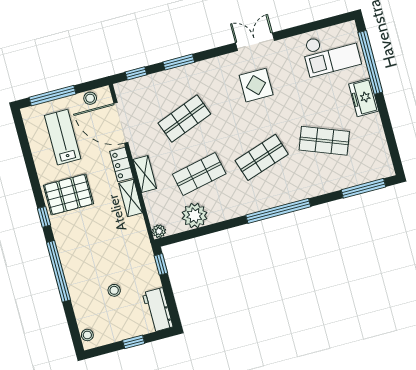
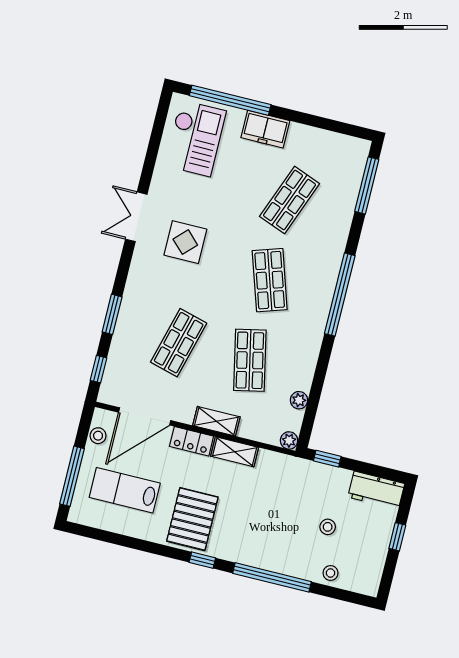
shop shelf: (184, 118) -> (179, 343), turned 36
plant: (195, 216) -> (299, 400), width x0.53, depth x0.53
stool: (87, 335) -> (330, 573), moved

